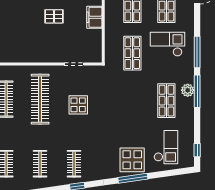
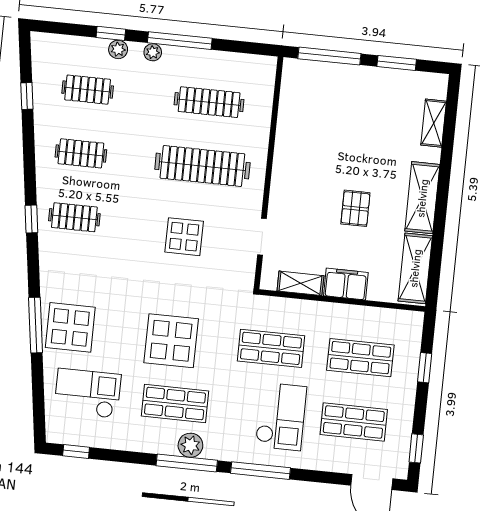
shelving: (96, 41) -> (300, 283), added
display table: (134, 106) -> (171, 341), added
checkout: (166, 147) -> (88, 393), turned 180

